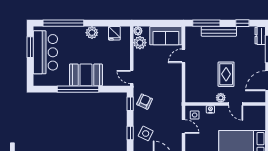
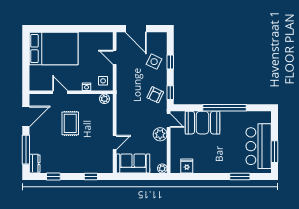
window: (63, 23) -> (240, 176), width x0.47
window: (206, 23) -> (91, 176), width x0.46
bench: (219, 31) -> (78, 168), removed
plant: (92, 33) -> (210, 167), removed
plant: (140, 43) -> (160, 134), moved
booth: (86, 75) -> (202, 123), moved
plant: (221, 98) -> (104, 99), moved
door: (183, 127) -> (115, 57), moved

